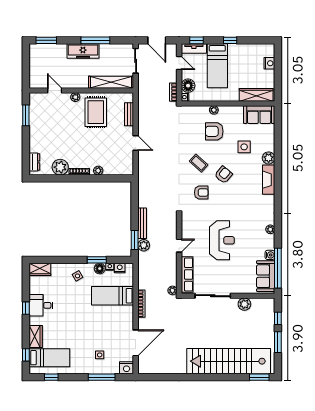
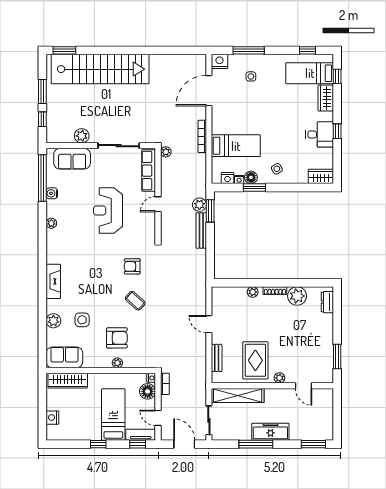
plant: (269, 158) -> (53, 321), moved
armchair: (223, 175) -> (106, 287), removed
sofa: (266, 276) -> (72, 159), moved, turned 90

